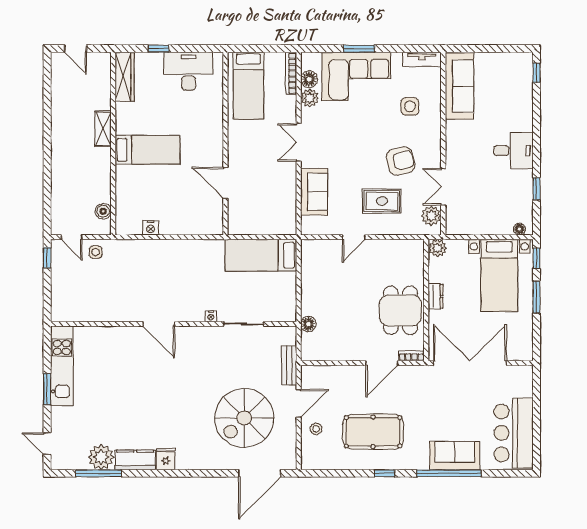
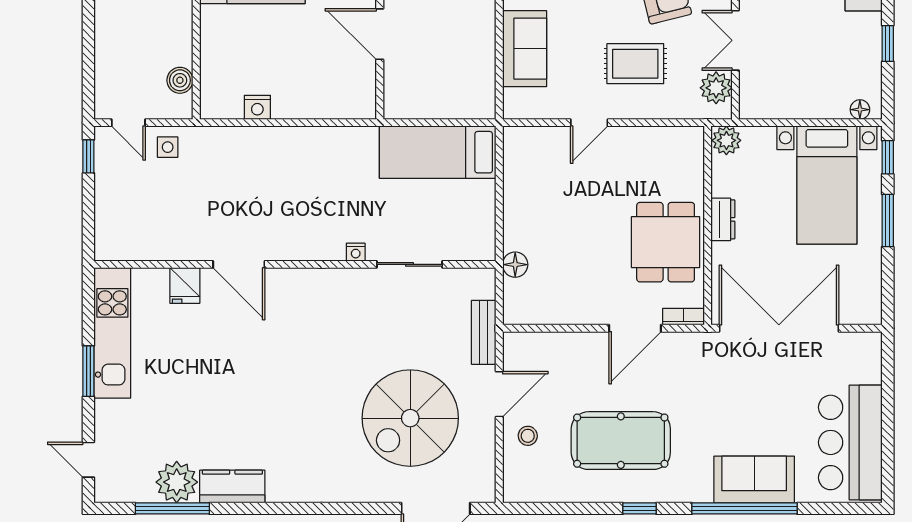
door: (159, 324) -> (239, 264), moved
fridge: (166, 459) -> (185, 285), moved, turned 180

